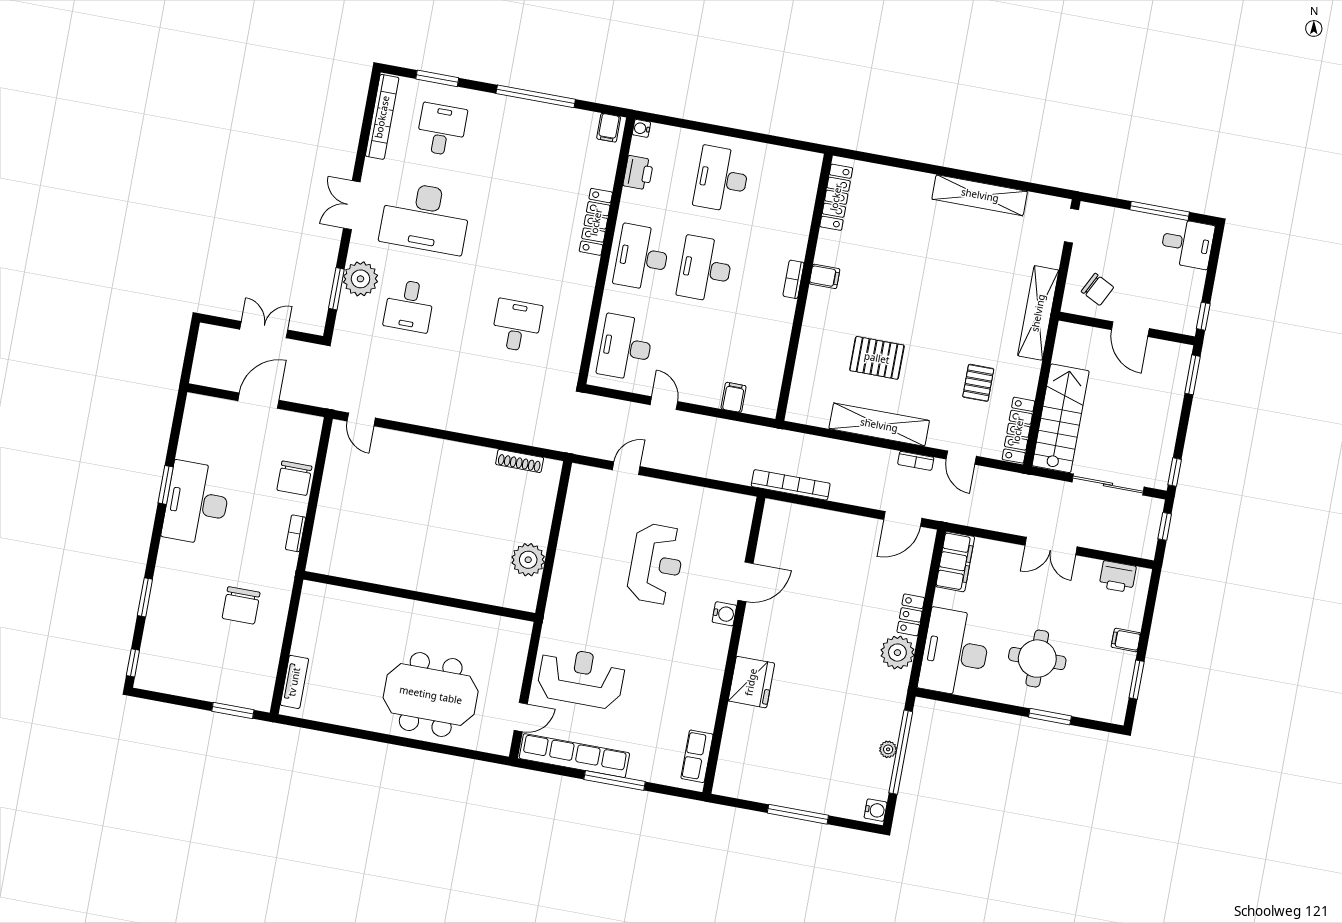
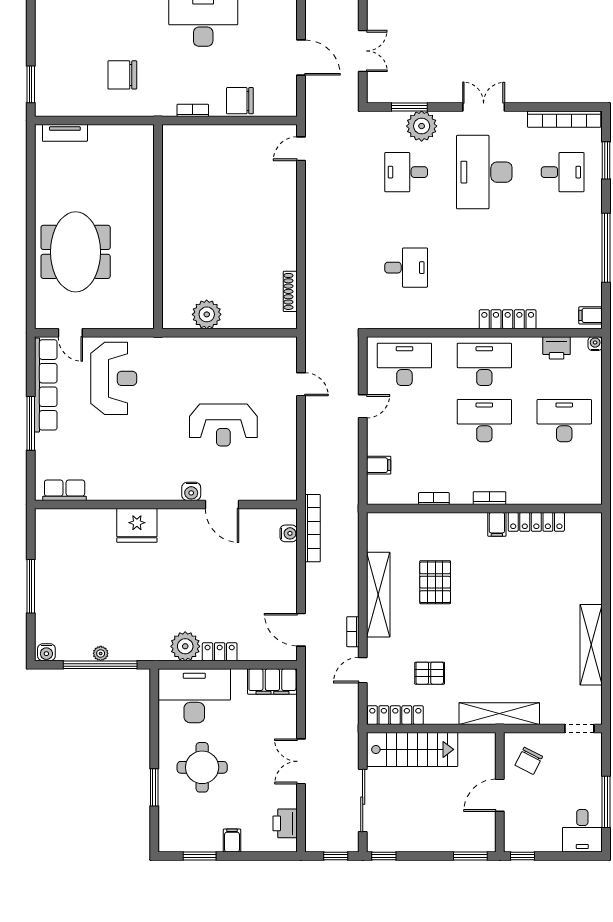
locker: (836, 197) -> (536, 522), moved
bookcase: (782, 342) -> (434, 499), added
water cooler: (792, 513) -> (289, 533), added

